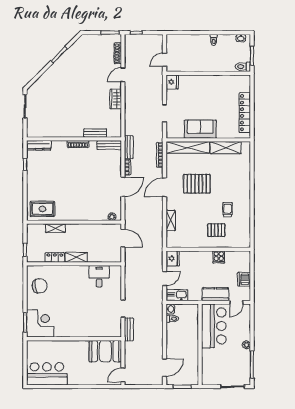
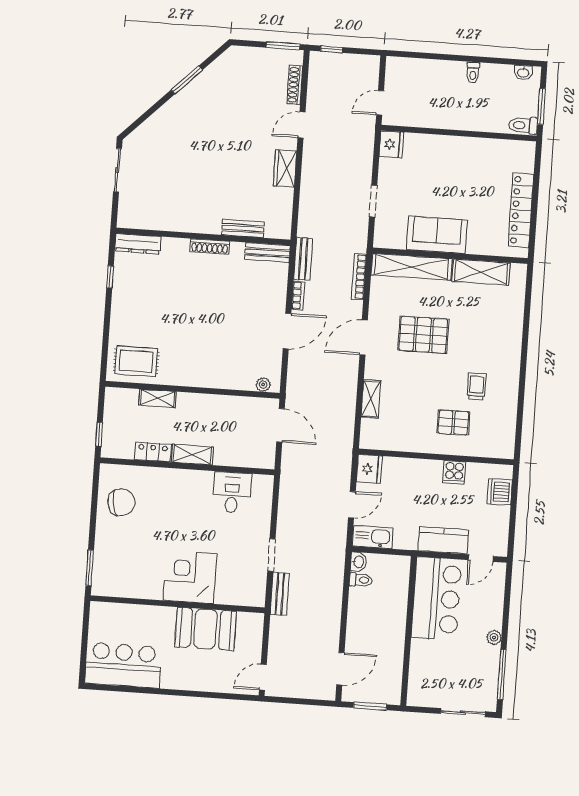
dishwasher: (244, 279) -> (500, 492), moved
corner desk: (40, 323) -> (190, 577), moved, turned -90
booth: (105, 351) -> (206, 629), moved

